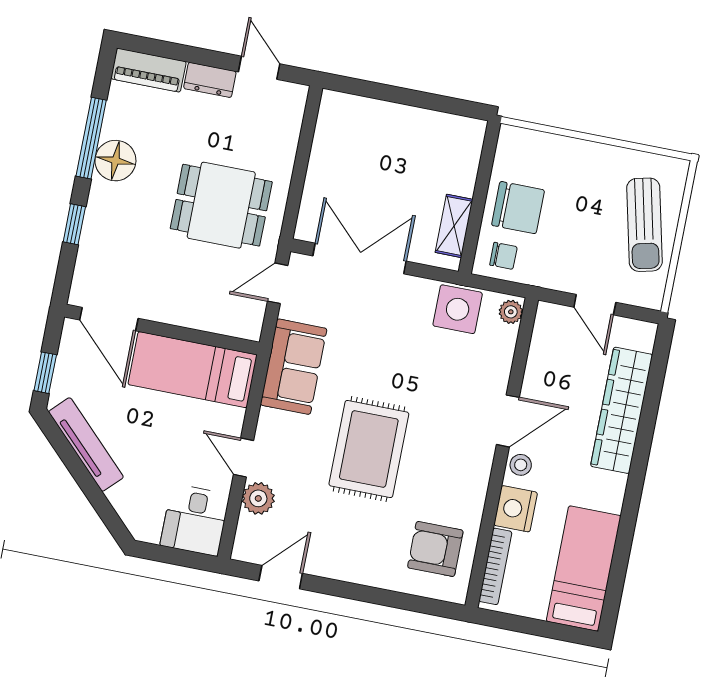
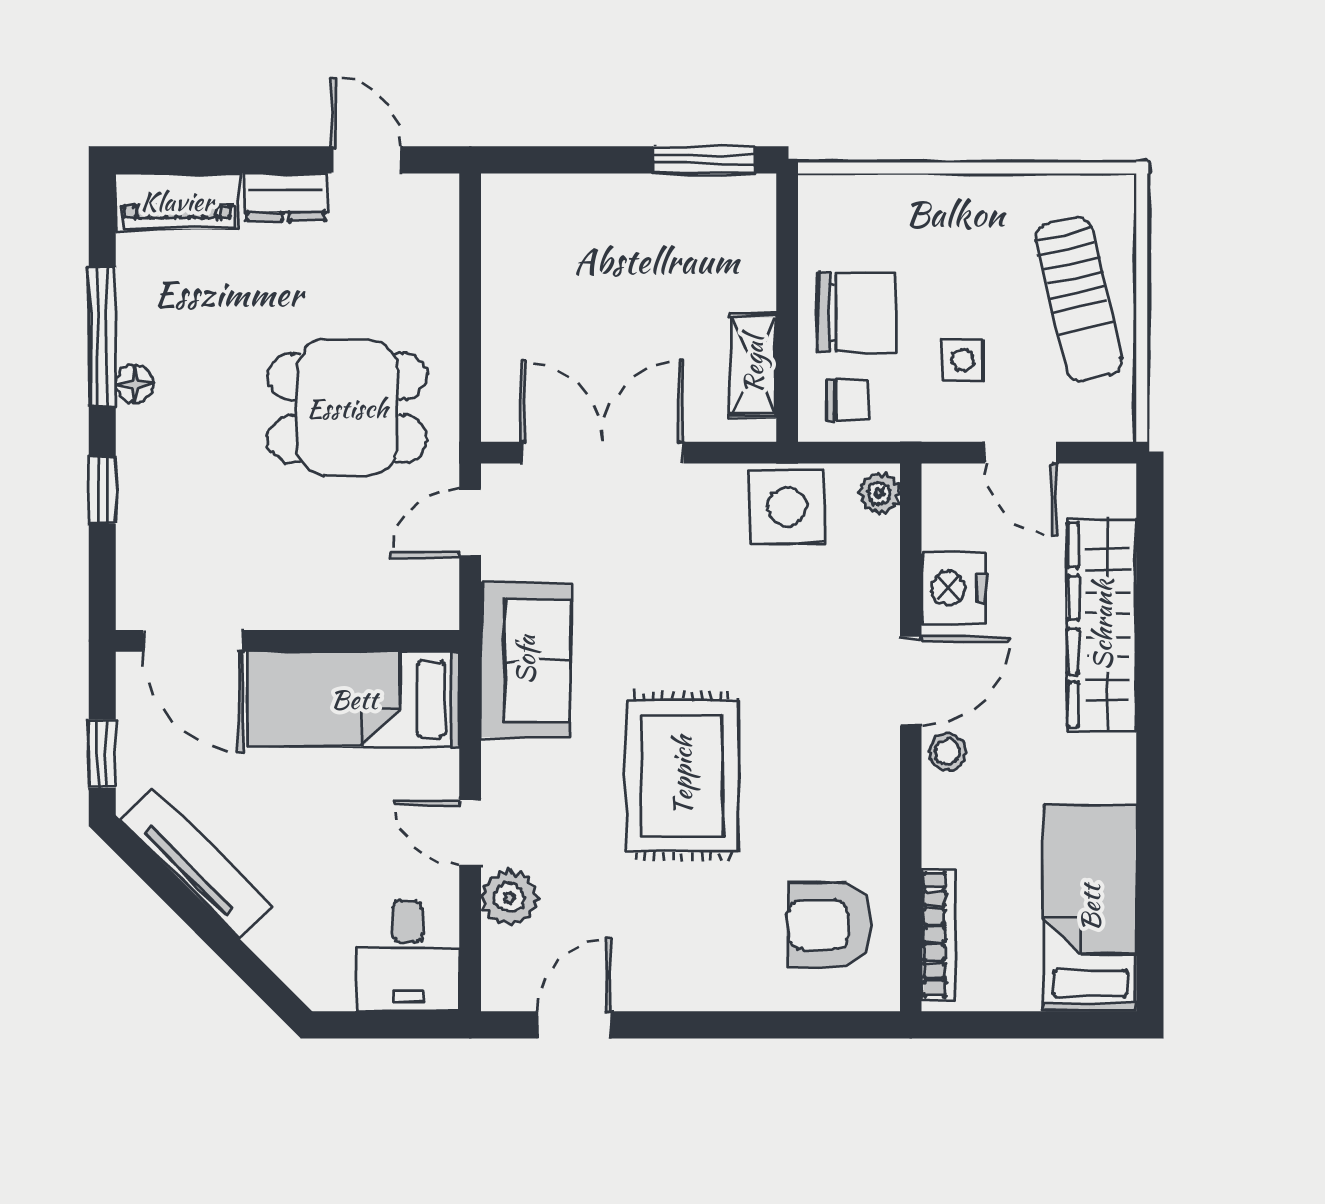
window: (449, 105) -> (704, 160), added
floor lamp: (115, 161) -> (134, 384), width x0.53, depth x0.53
side table: (573, 246) -> (963, 360), added
nightstand: (516, 509) -> (954, 588), moved

